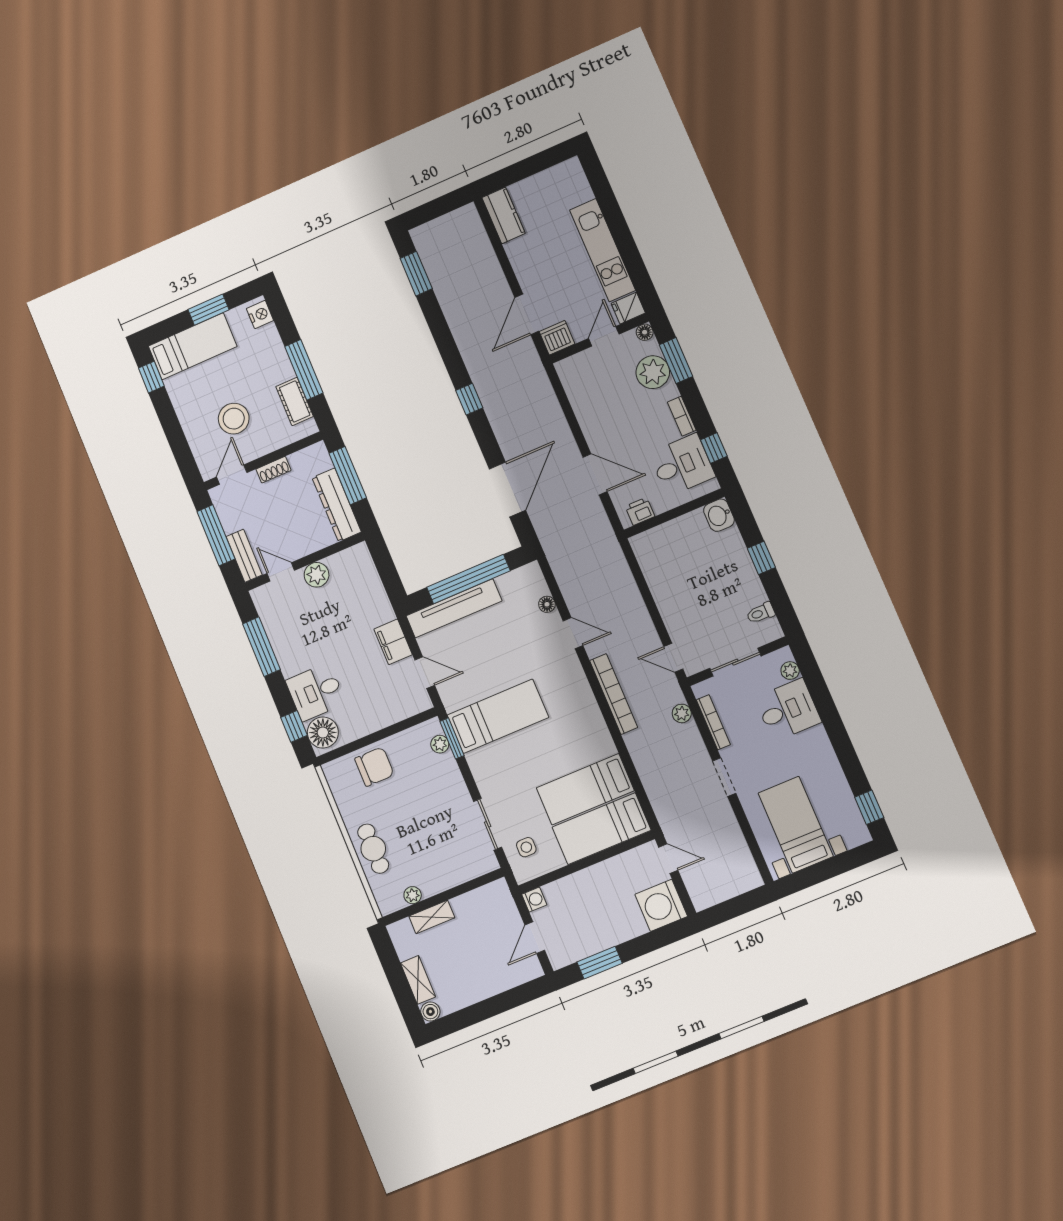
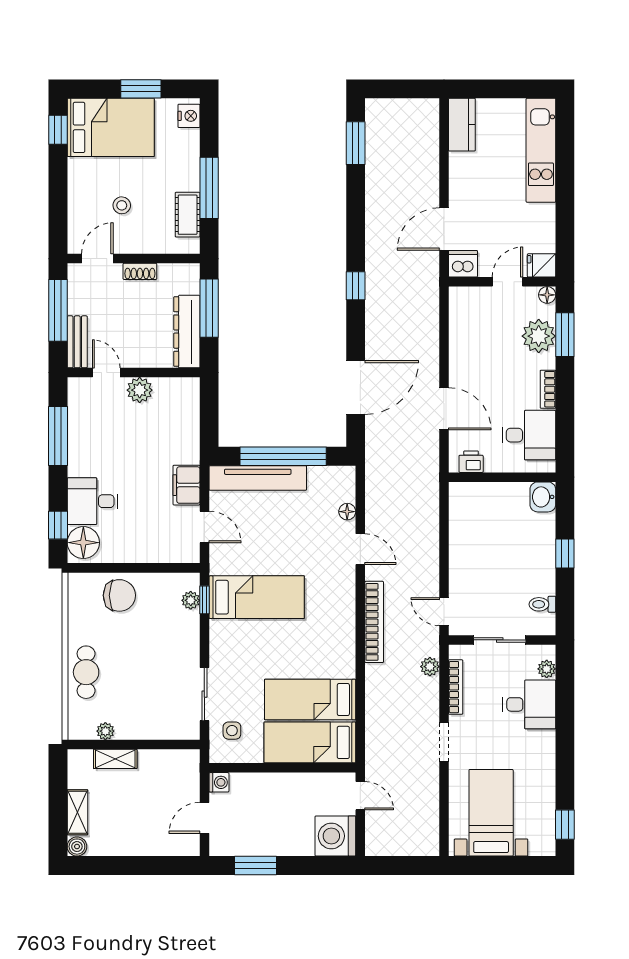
kitchen unit: (603, 250) -> (541, 150), moved
bed: (193, 346) -> (111, 127), width x1.50
stool: (234, 419) -> (122, 205), width x0.53, depth x0.53
window: (714, 448) -> (565, 432), removed
window: (452, 738) -> (204, 600), width x0.67

